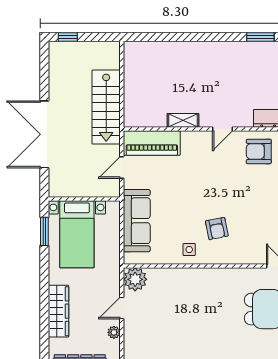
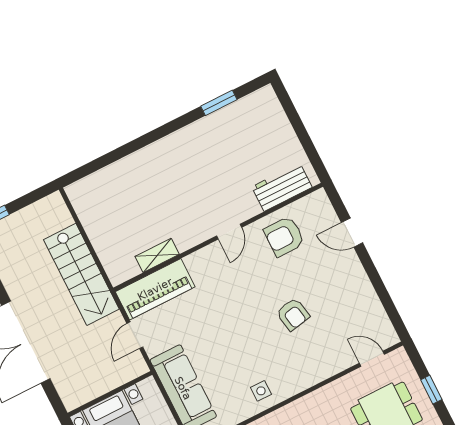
shelving: (183, 120) -> (157, 255), moved
armchair: (217, 229) -> (293, 314), moved

